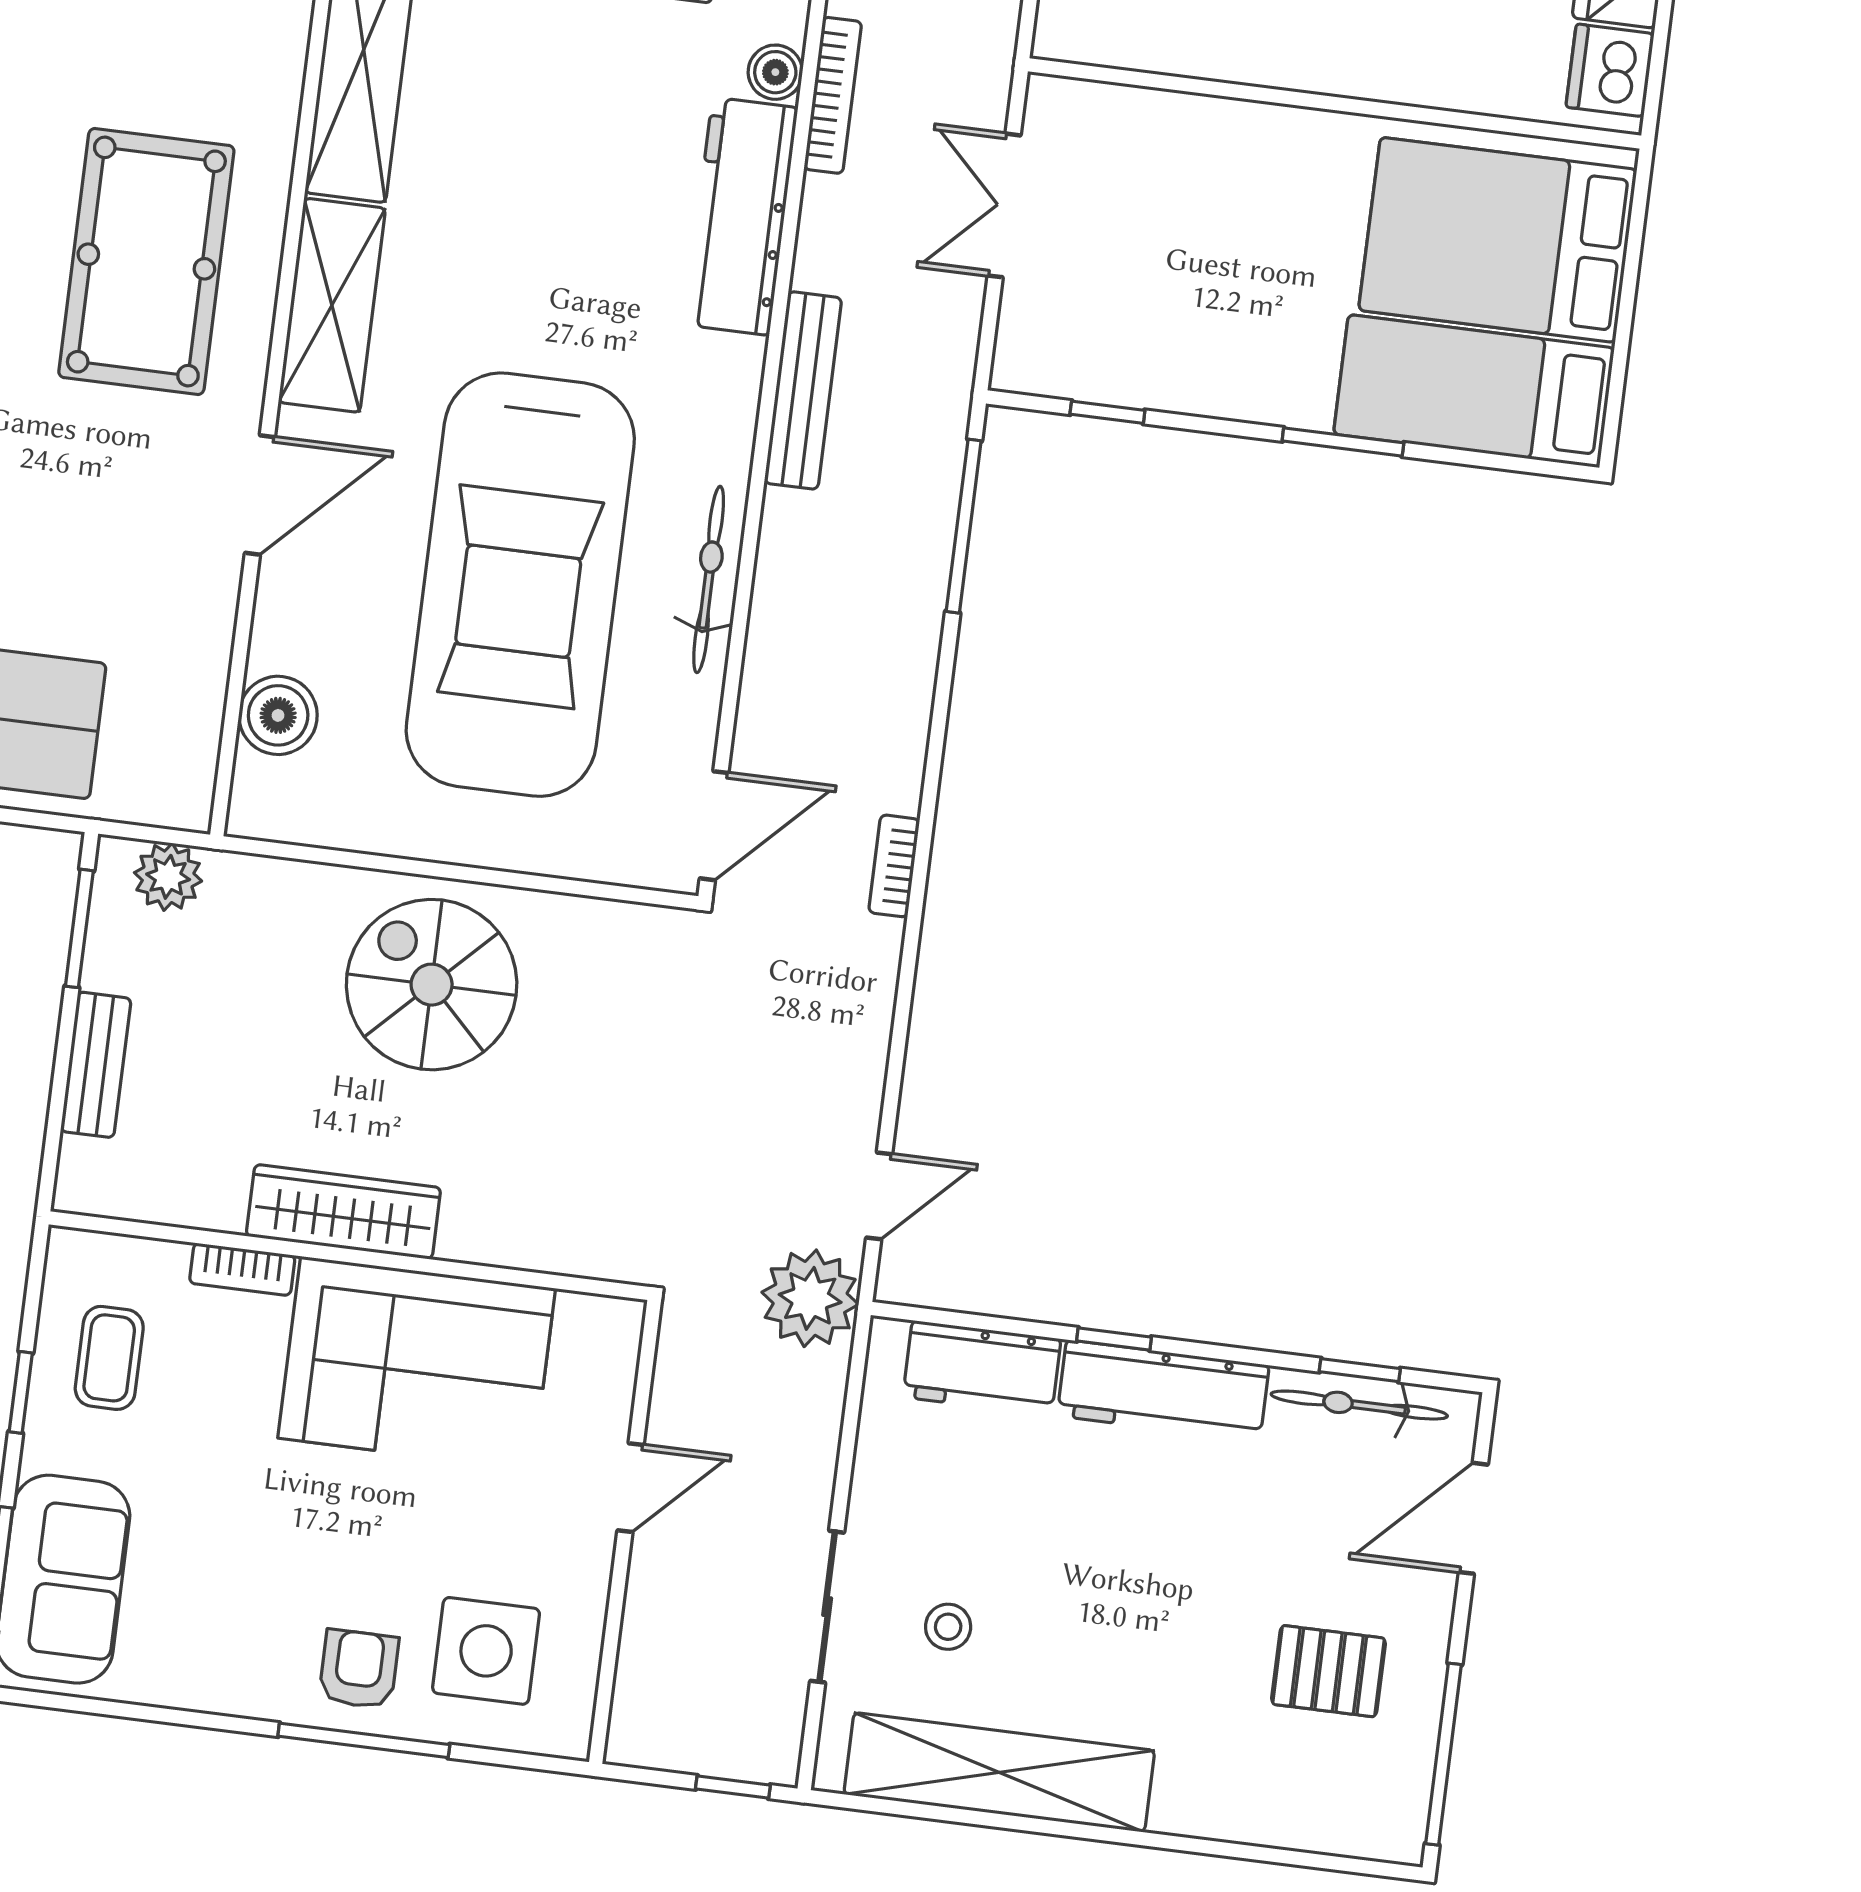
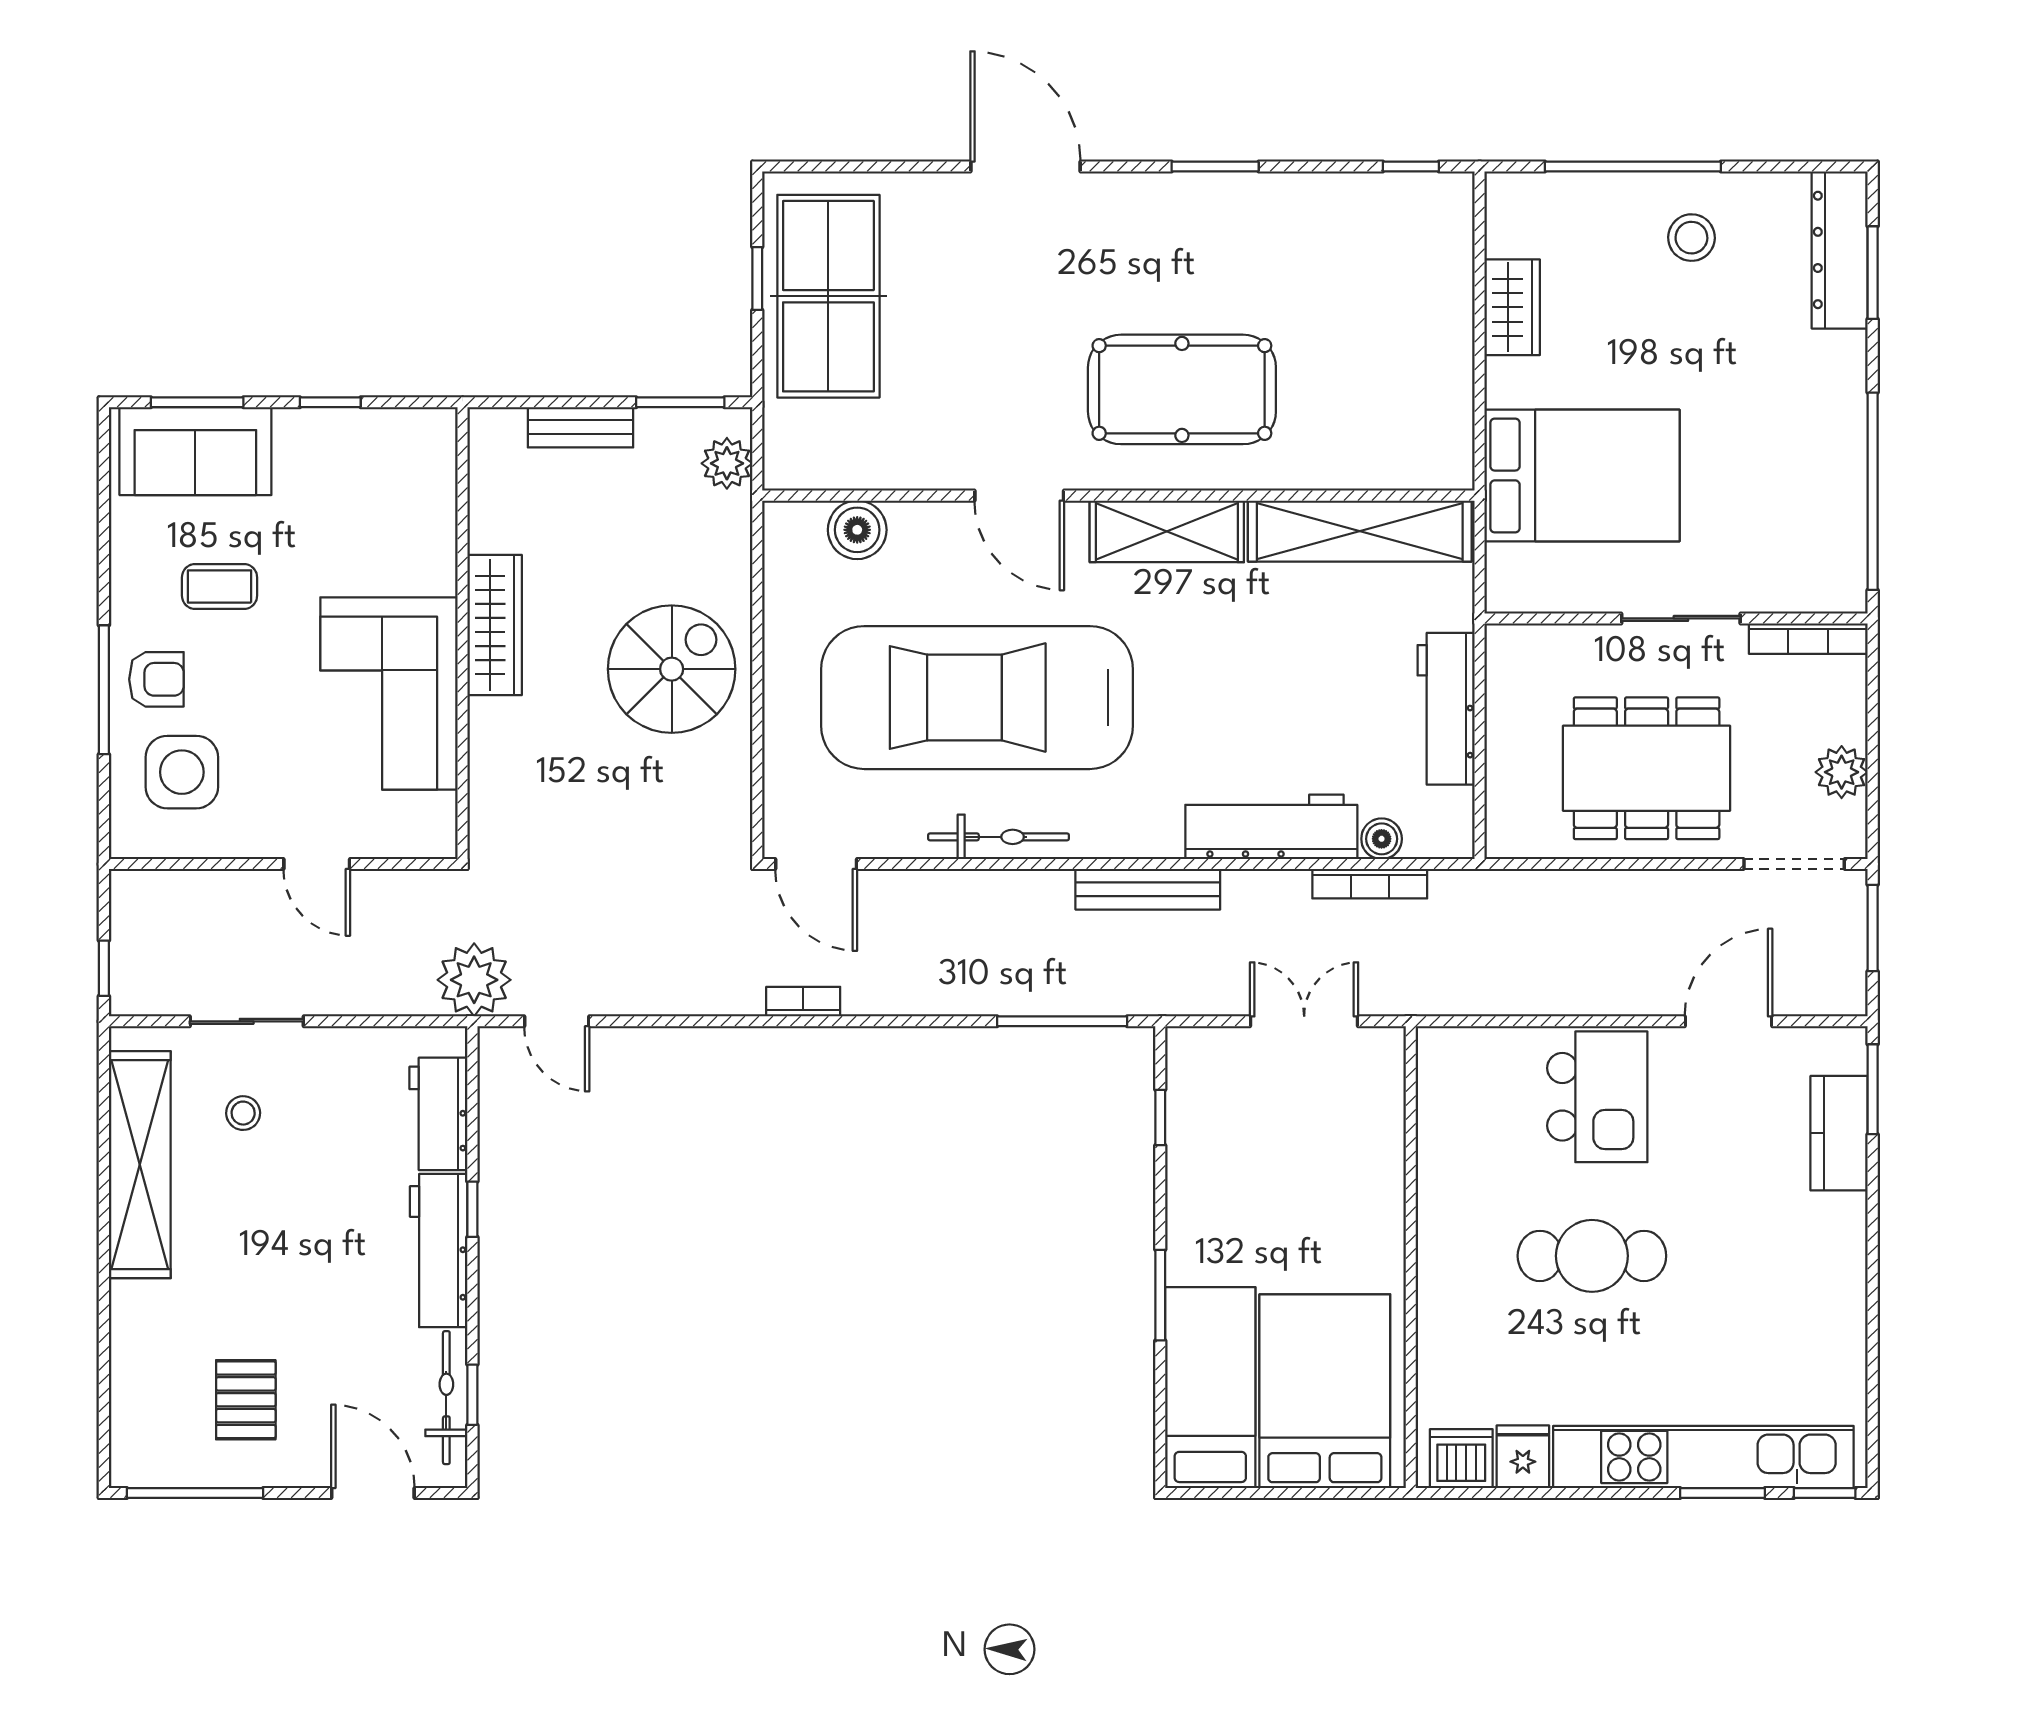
bookcase: (242, 1269) -> (442, 555), removed
coffee table: (109, 1358) -> (220, 586), moved

